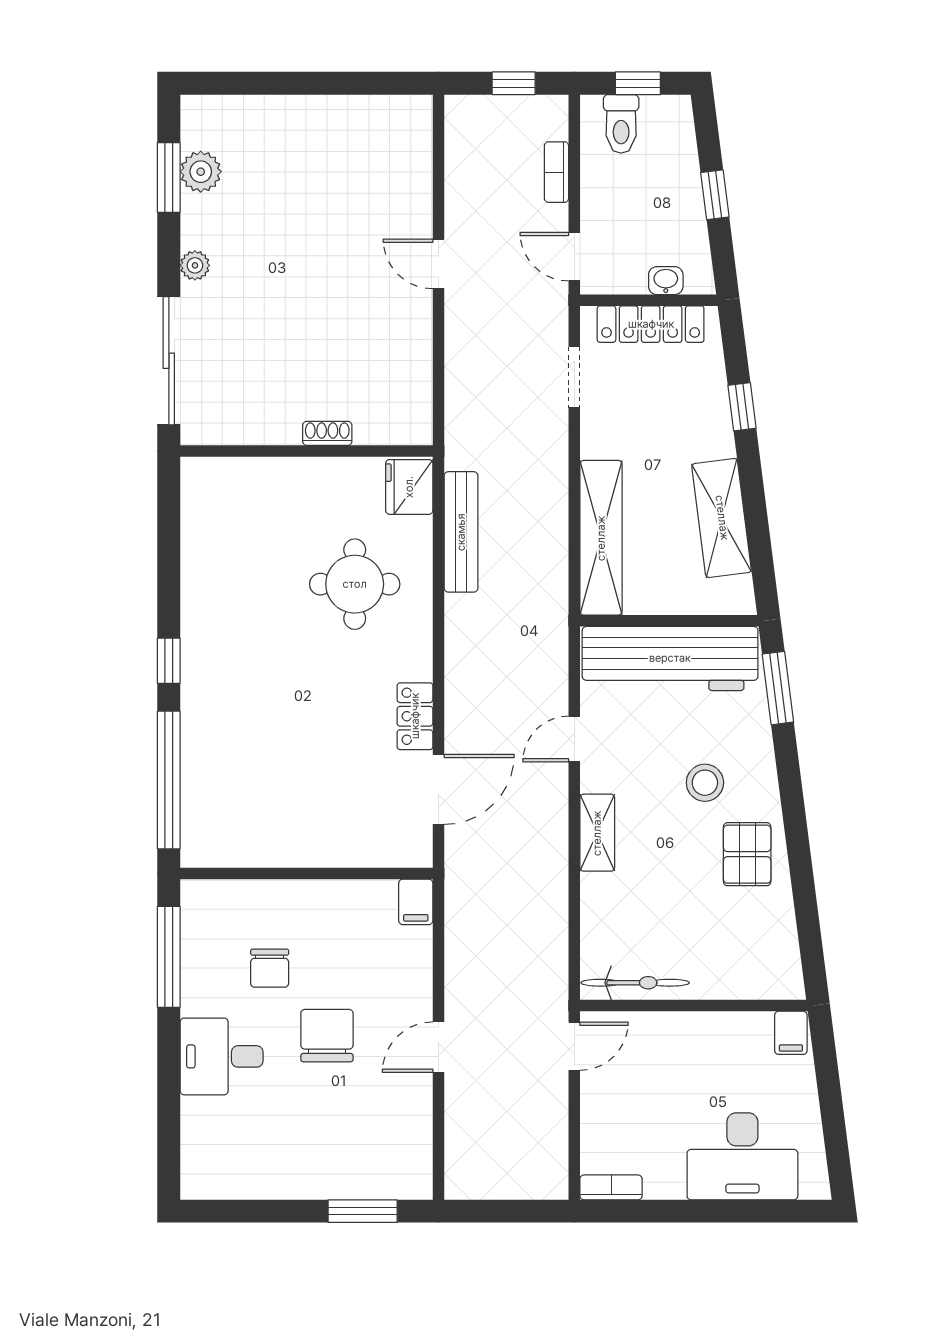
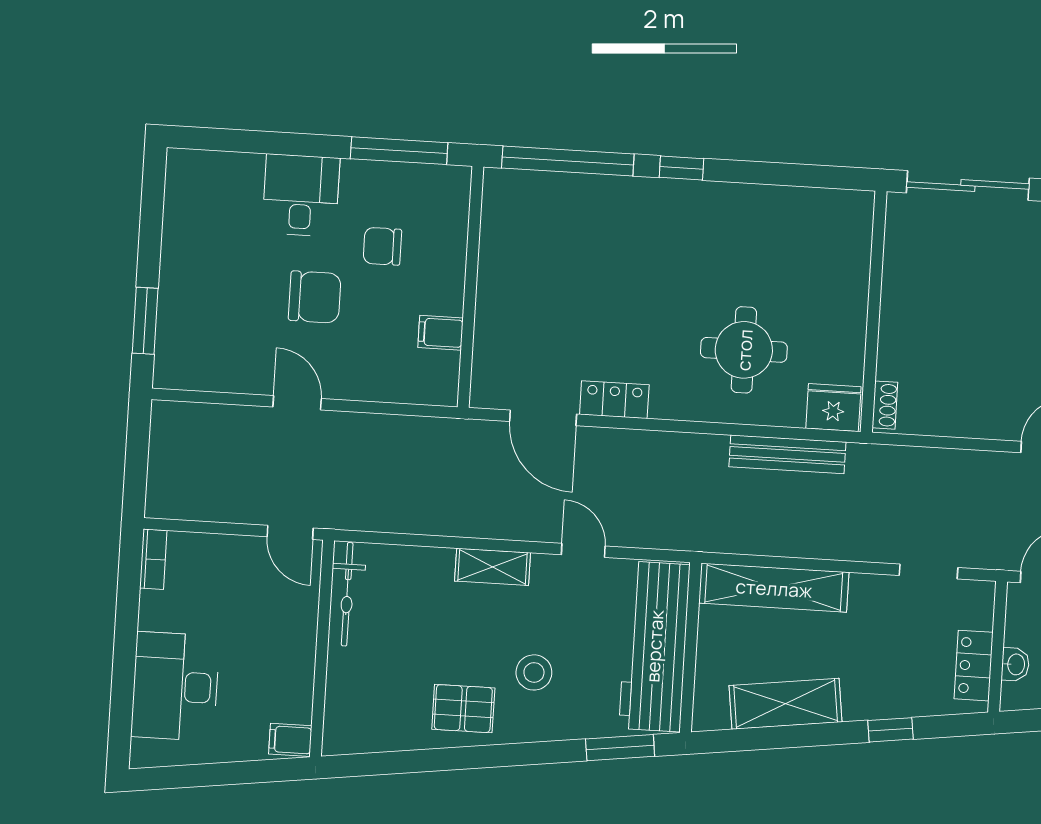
locker: (651, 324) -> (974, 666), width x0.66
shoe rack: (327, 433) -> (885, 405), moved
filing cabinet: (416, 902) -> (441, 333), moved

